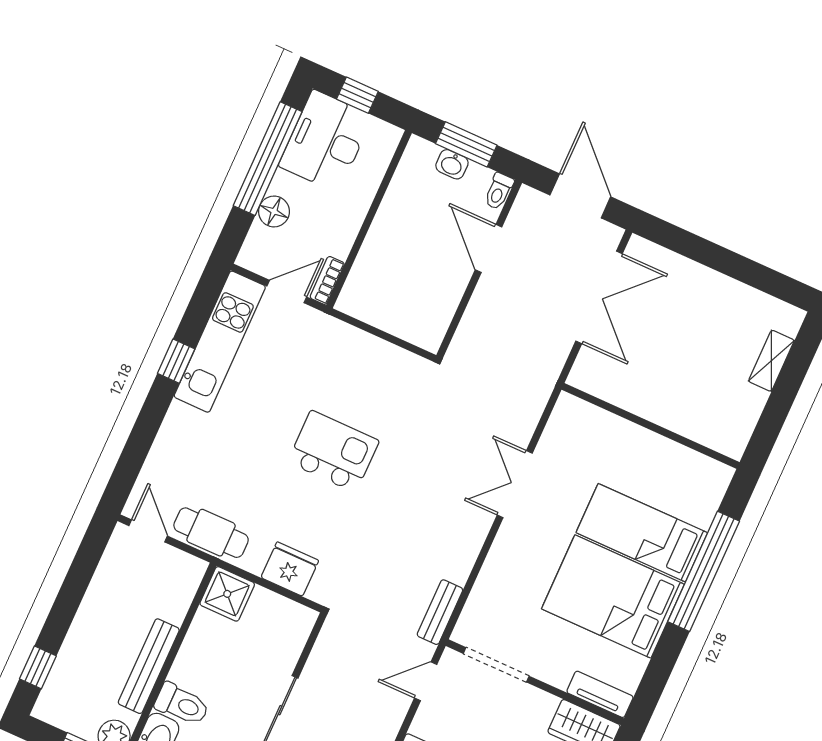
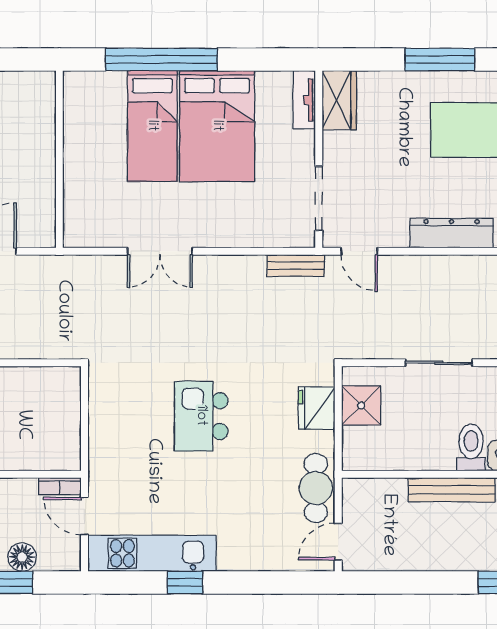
shower: (227, 594) -> (361, 405), moved

